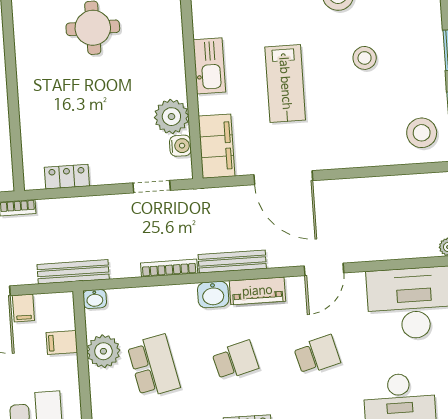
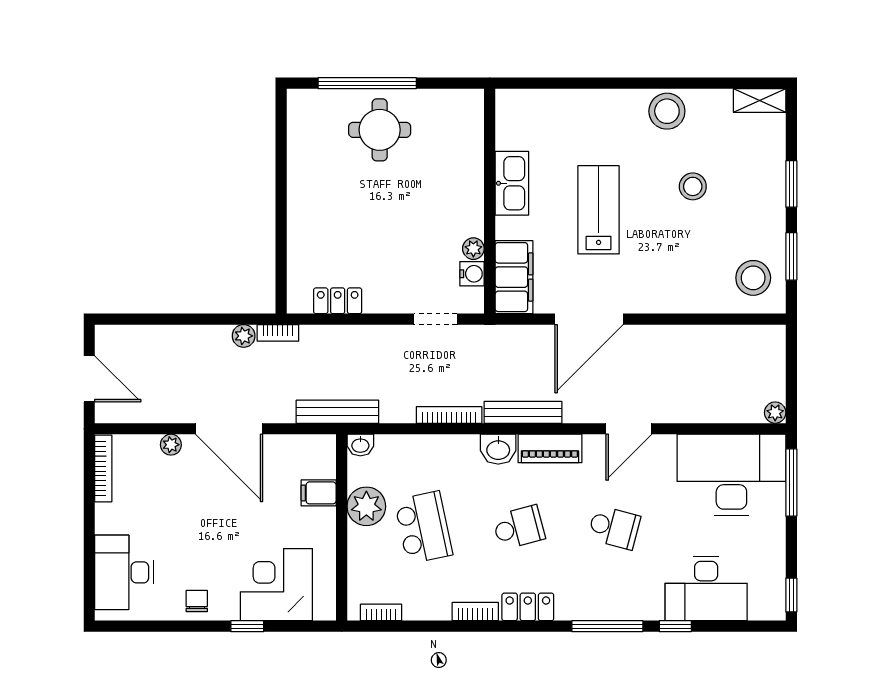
lab bench: (285, 83) -> (599, 210), turned 180
plant: (171, 117) -> (473, 249), width x0.53, depth x0.53
door: (283, 178) -> (589, 319), hinge flipped
filing cabinet: (23, 308) -> (277, 450), removed
school desk: (317, 355) -> (614, 527), turned 30

